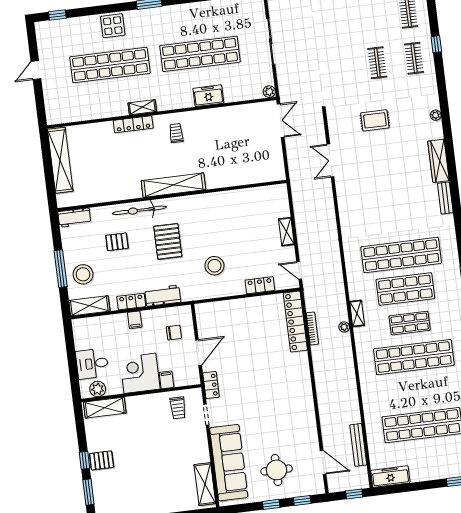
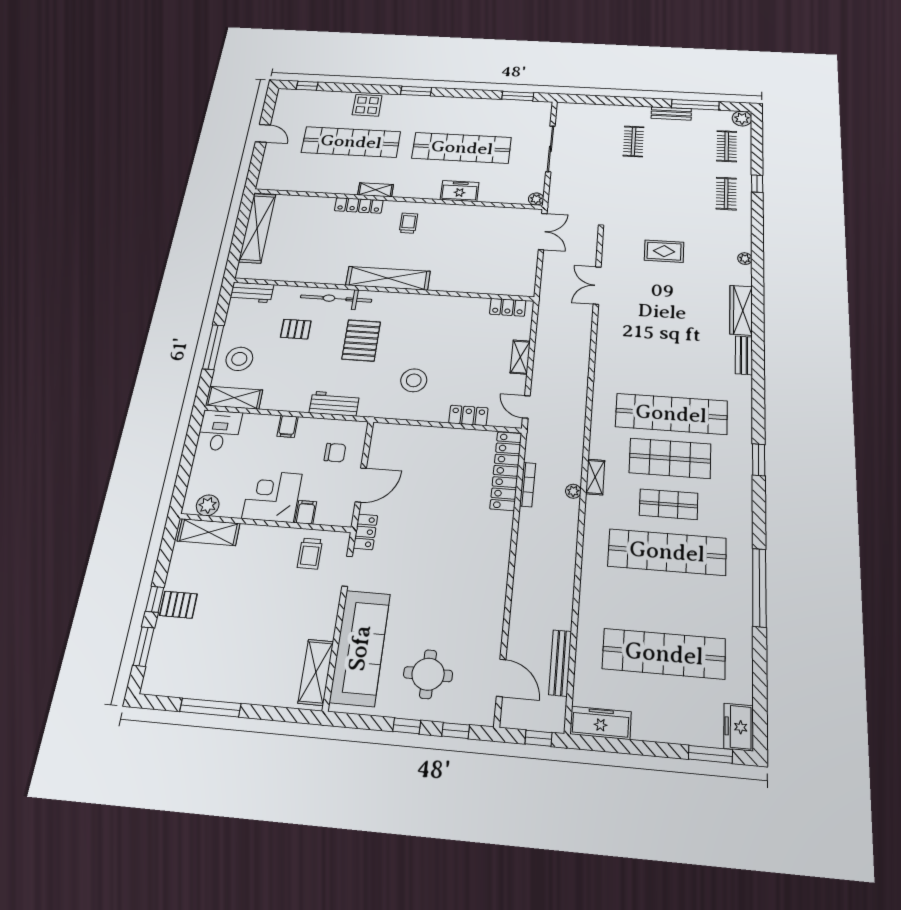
clothes rail: (377, 63) -> (633, 141), moved
door: (36, 70) -> (263, 133), swing flipped
locker: (131, 301) -> (508, 307), moved, turned 180
desk: (92, 364) -> (219, 430), moved, turned 90

